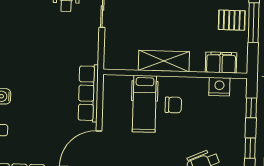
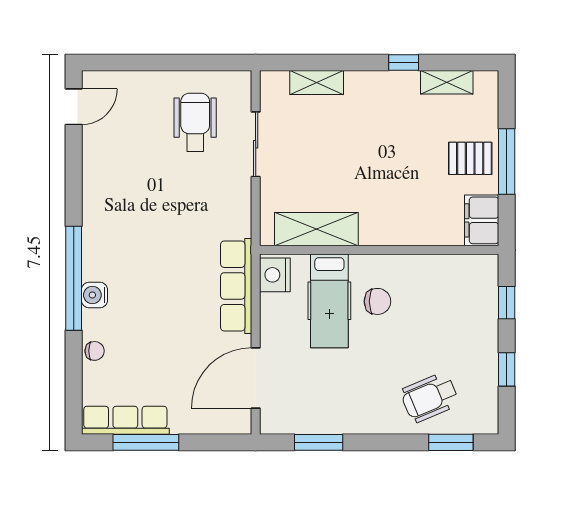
shelving: (164, 61) -> (316, 229), moved
filing cabinet: (221, 62) -> (482, 220), moved, turned -90
nightstand: (219, 87) -> (275, 275), moved, turned -90

